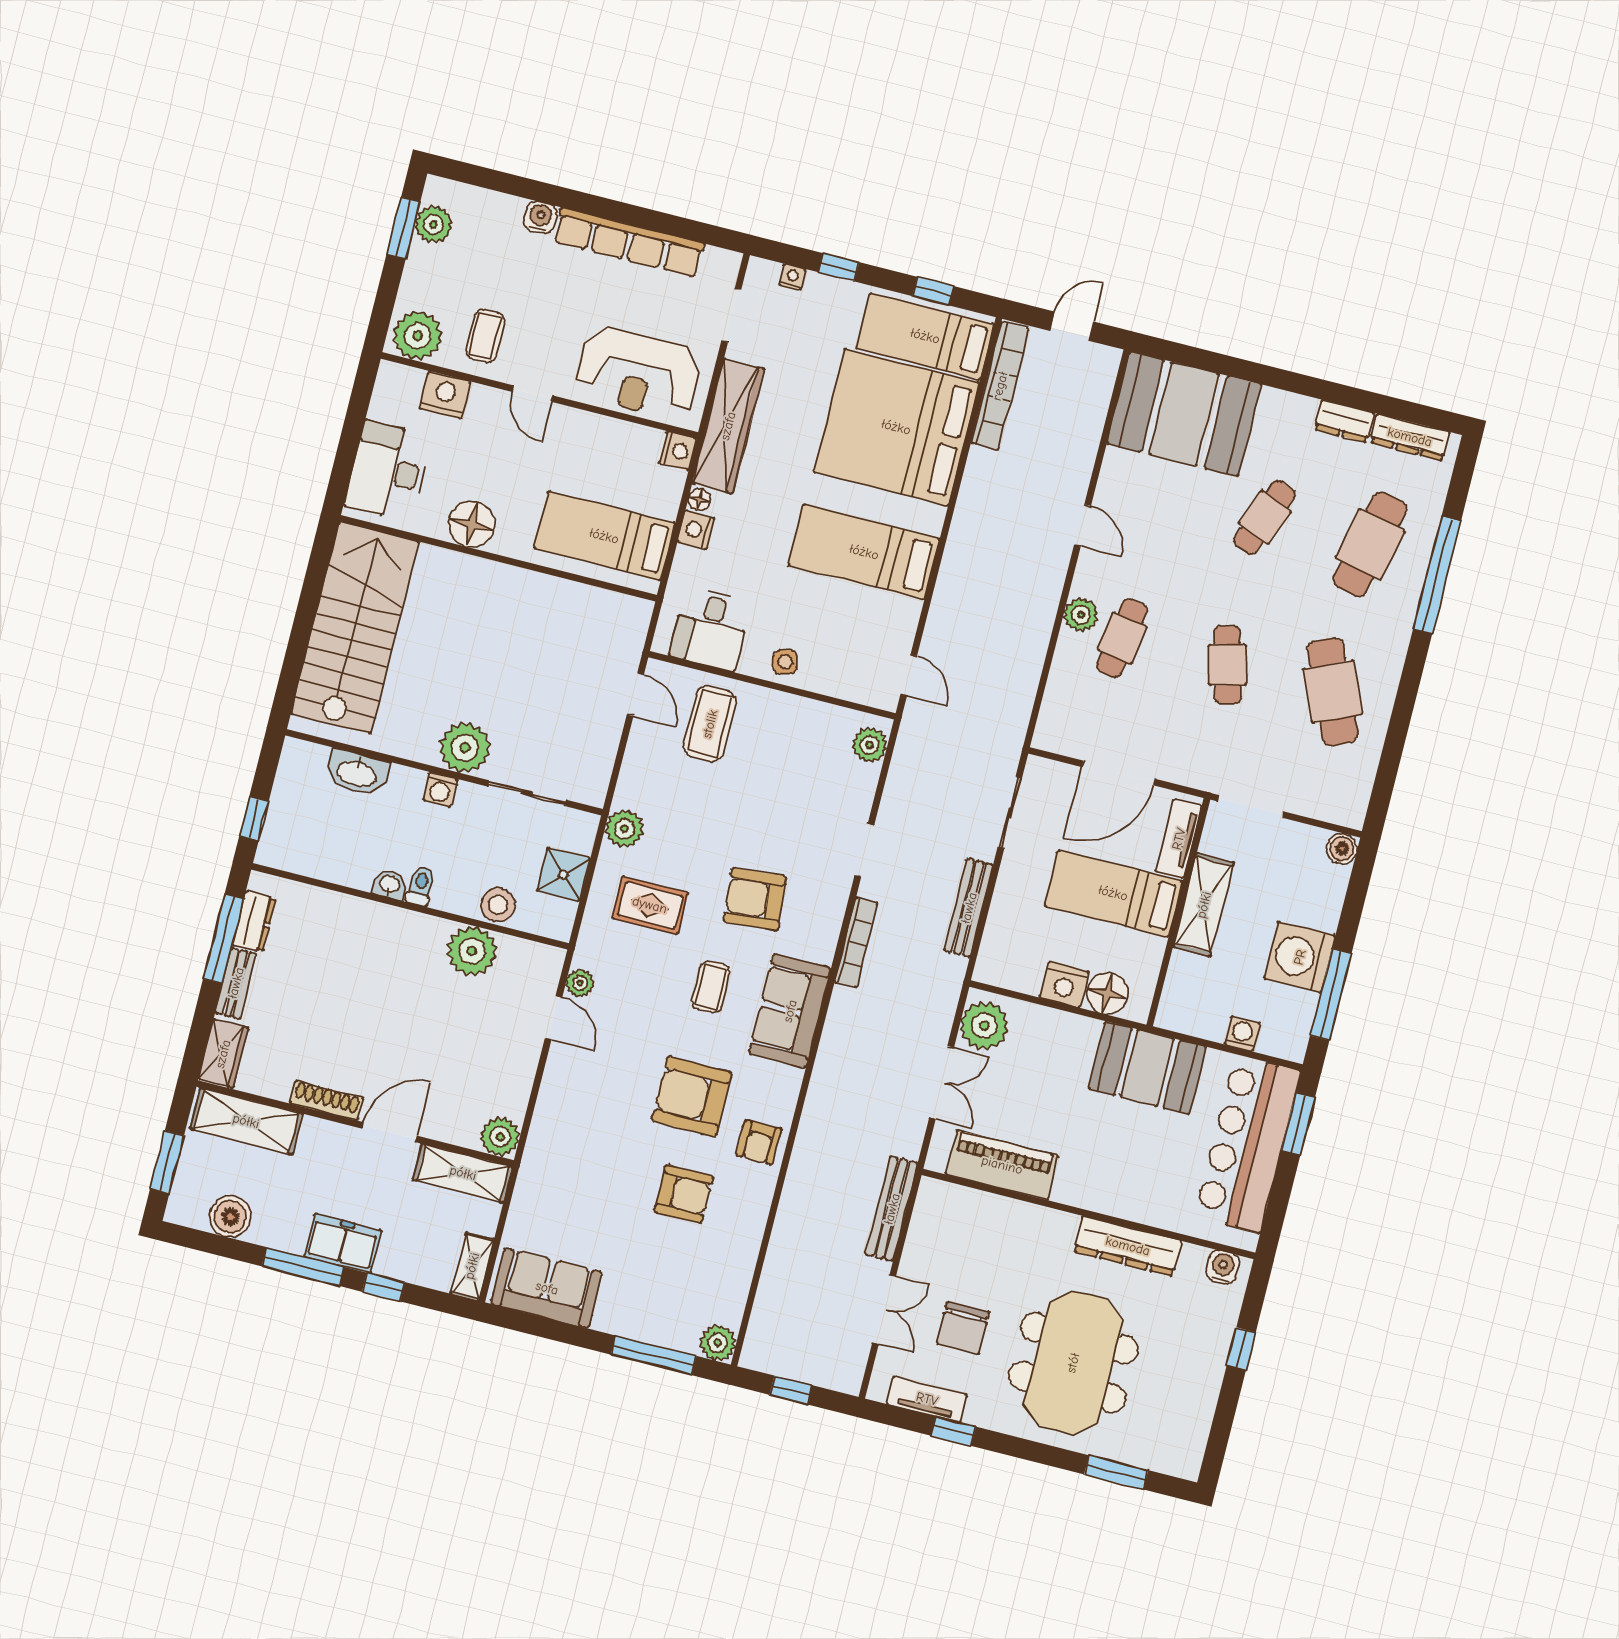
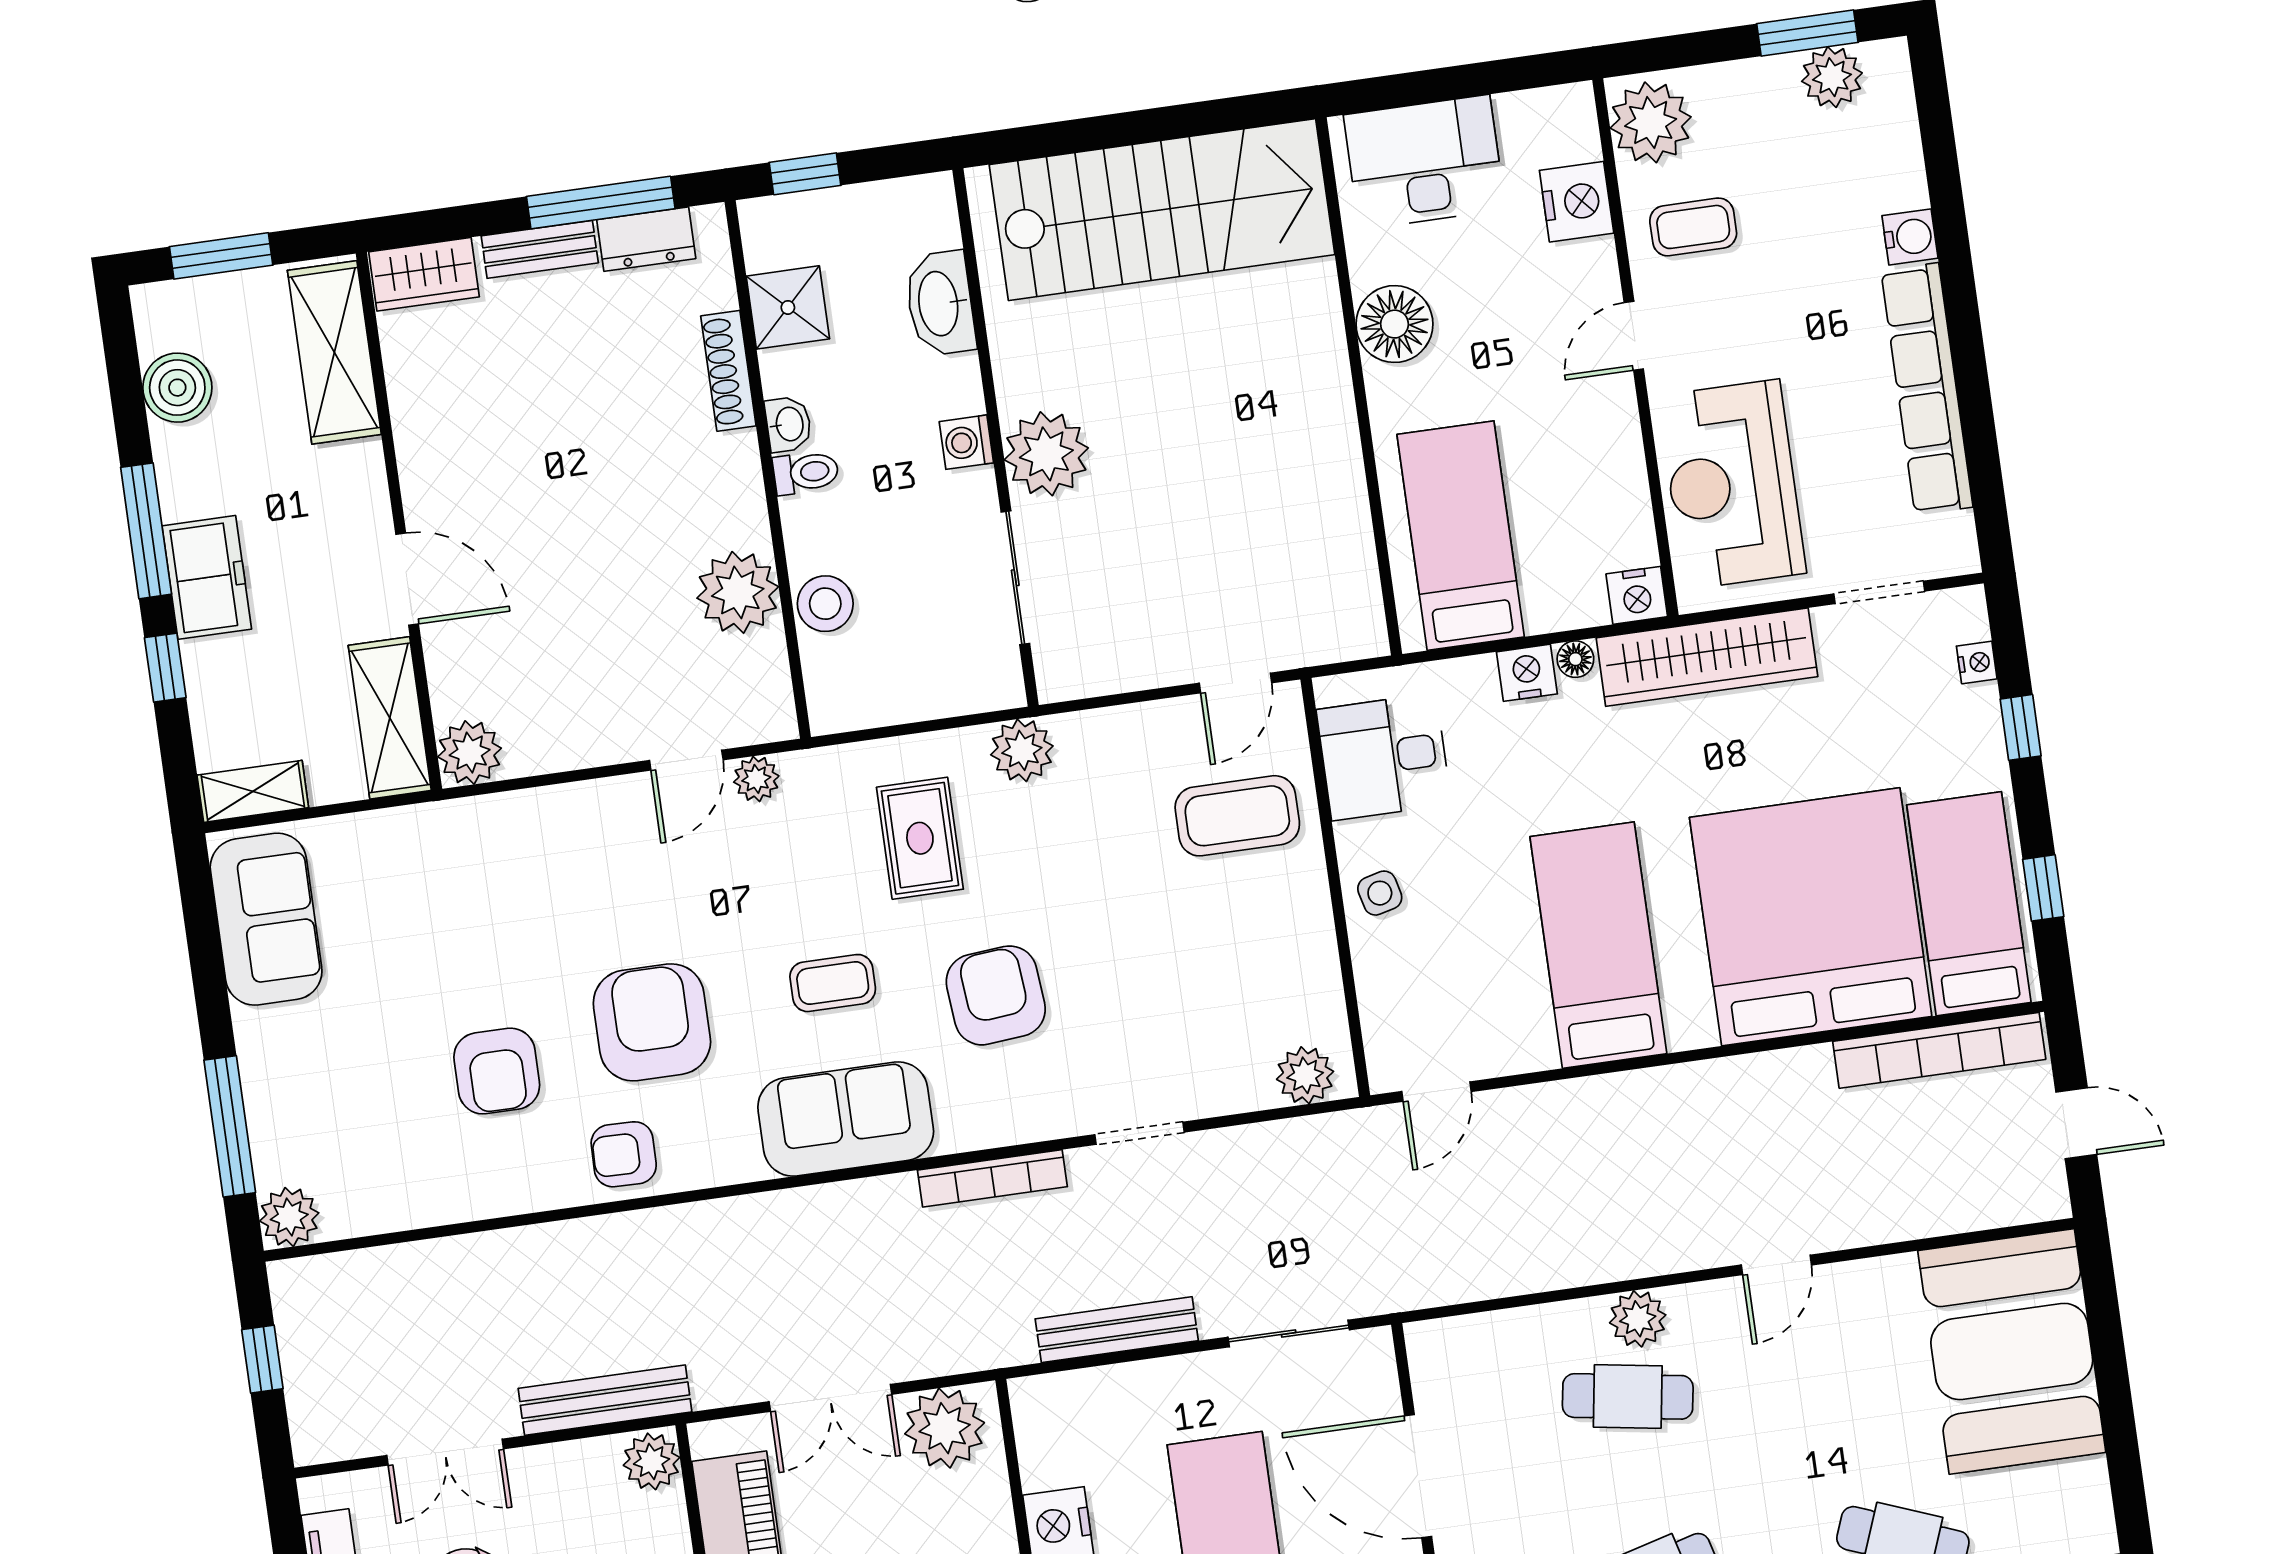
shower: (563, 875) -> (788, 307), moved
shoe rack: (326, 1101) -> (728, 371), moved, turned 180
plant: (936, 1197) -> (652, 1461), added

